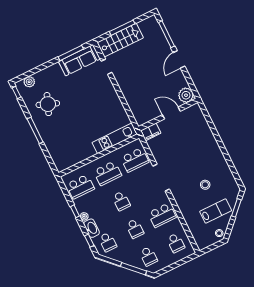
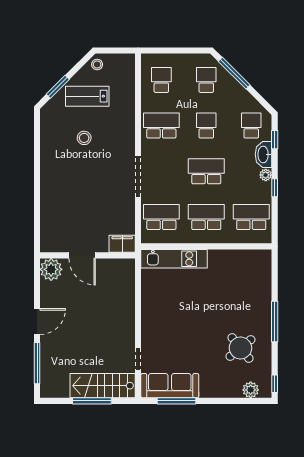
round table: (48, 104) -> (240, 348), turned 30
school desk: (121, 201) -> (206, 171), width x1.85

